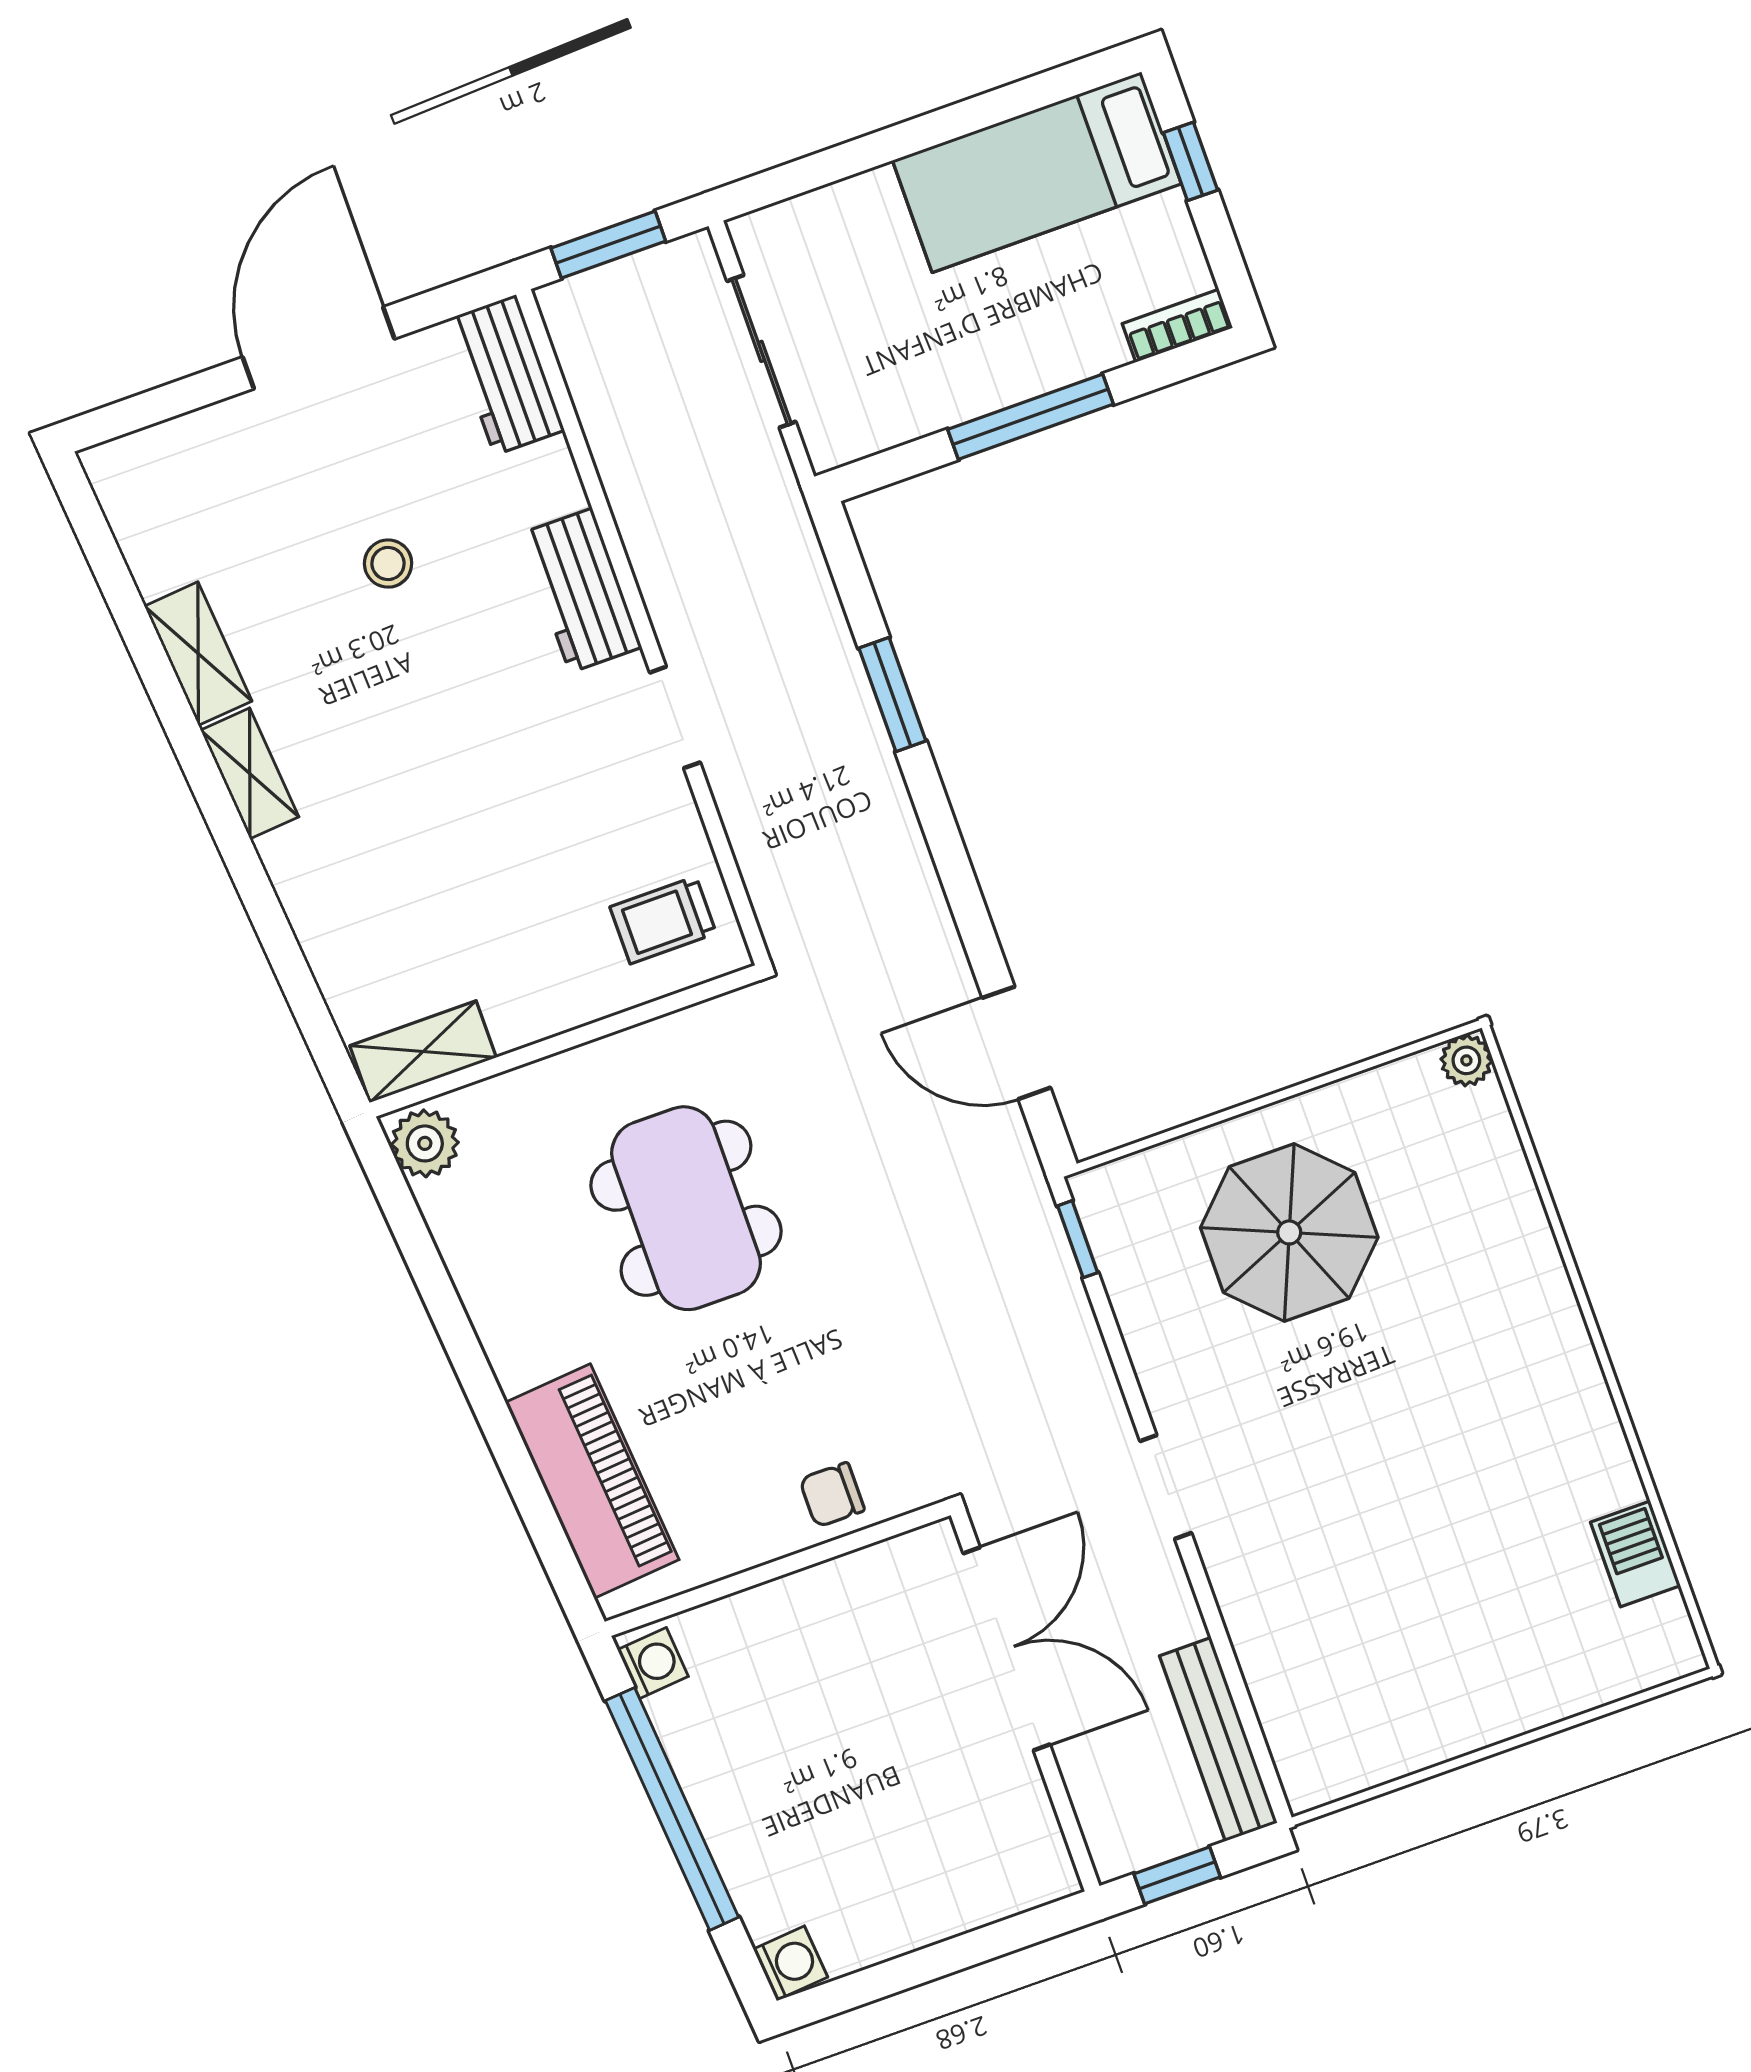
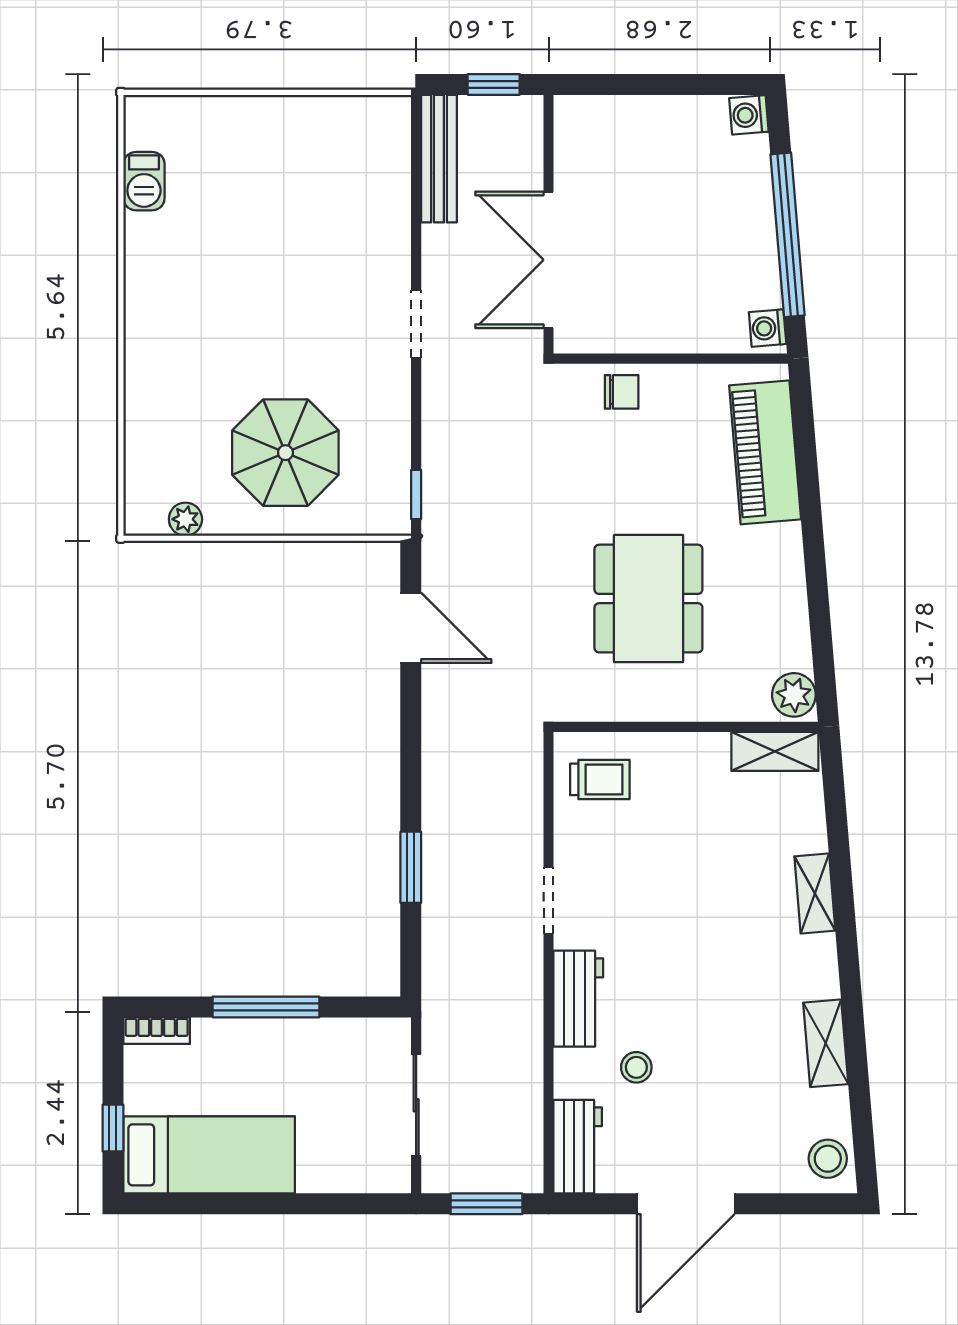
stool: (135, 487) -> (828, 1159), added
stool: (388, 564) -> (636, 1067), moved
shelving: (250, 773) -> (815, 893), moved
plant: (1466, 1060) -> (185, 519), moved

